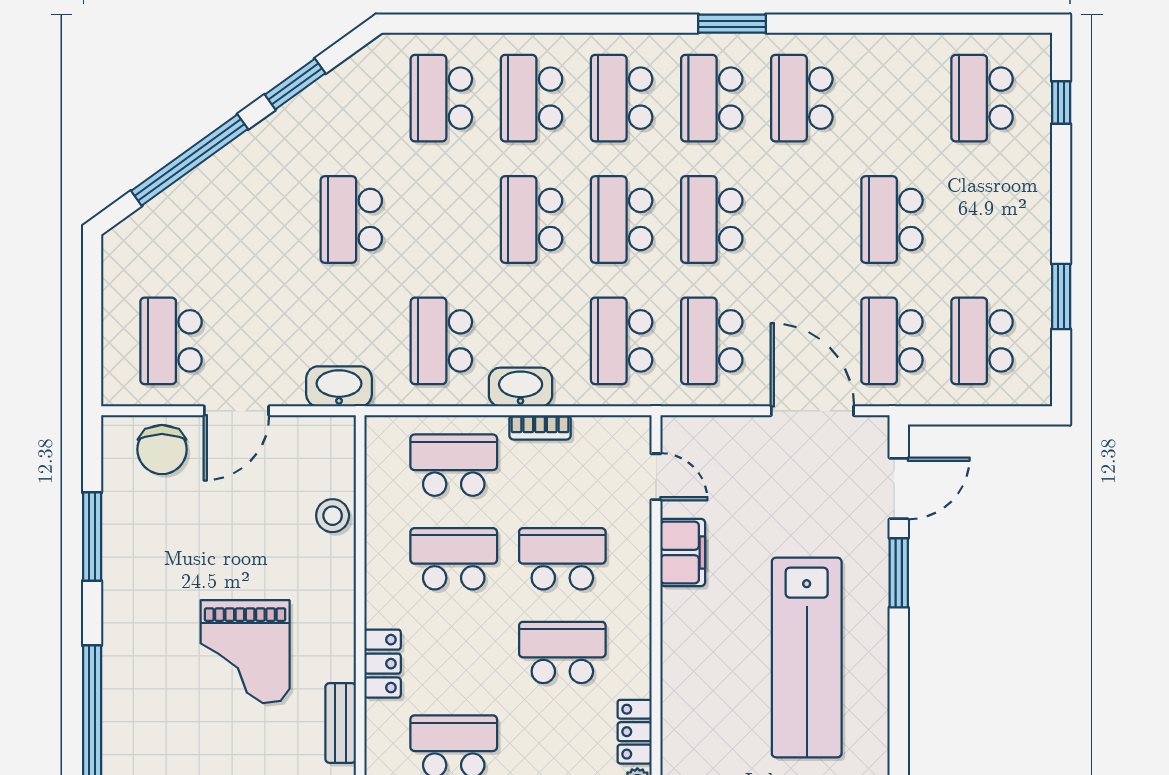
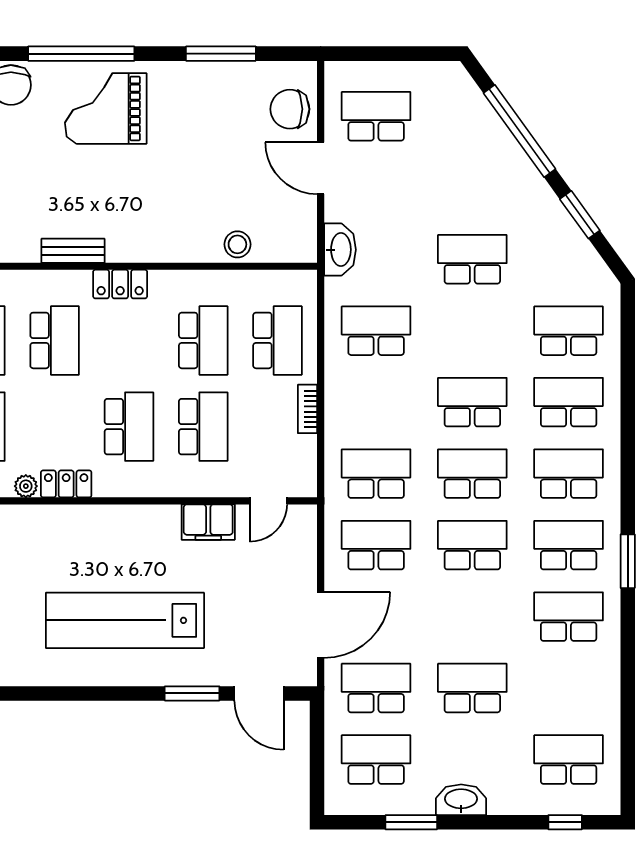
washbasin: (521, 387) -> (461, 800), moved, turned -90
grand piano: (245, 652) -> (106, 108), moved

